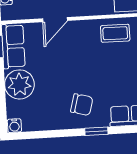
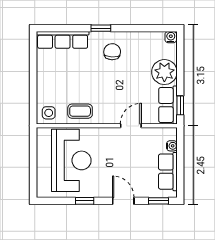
chair: (82, 105) -> (112, 52), turned 78

